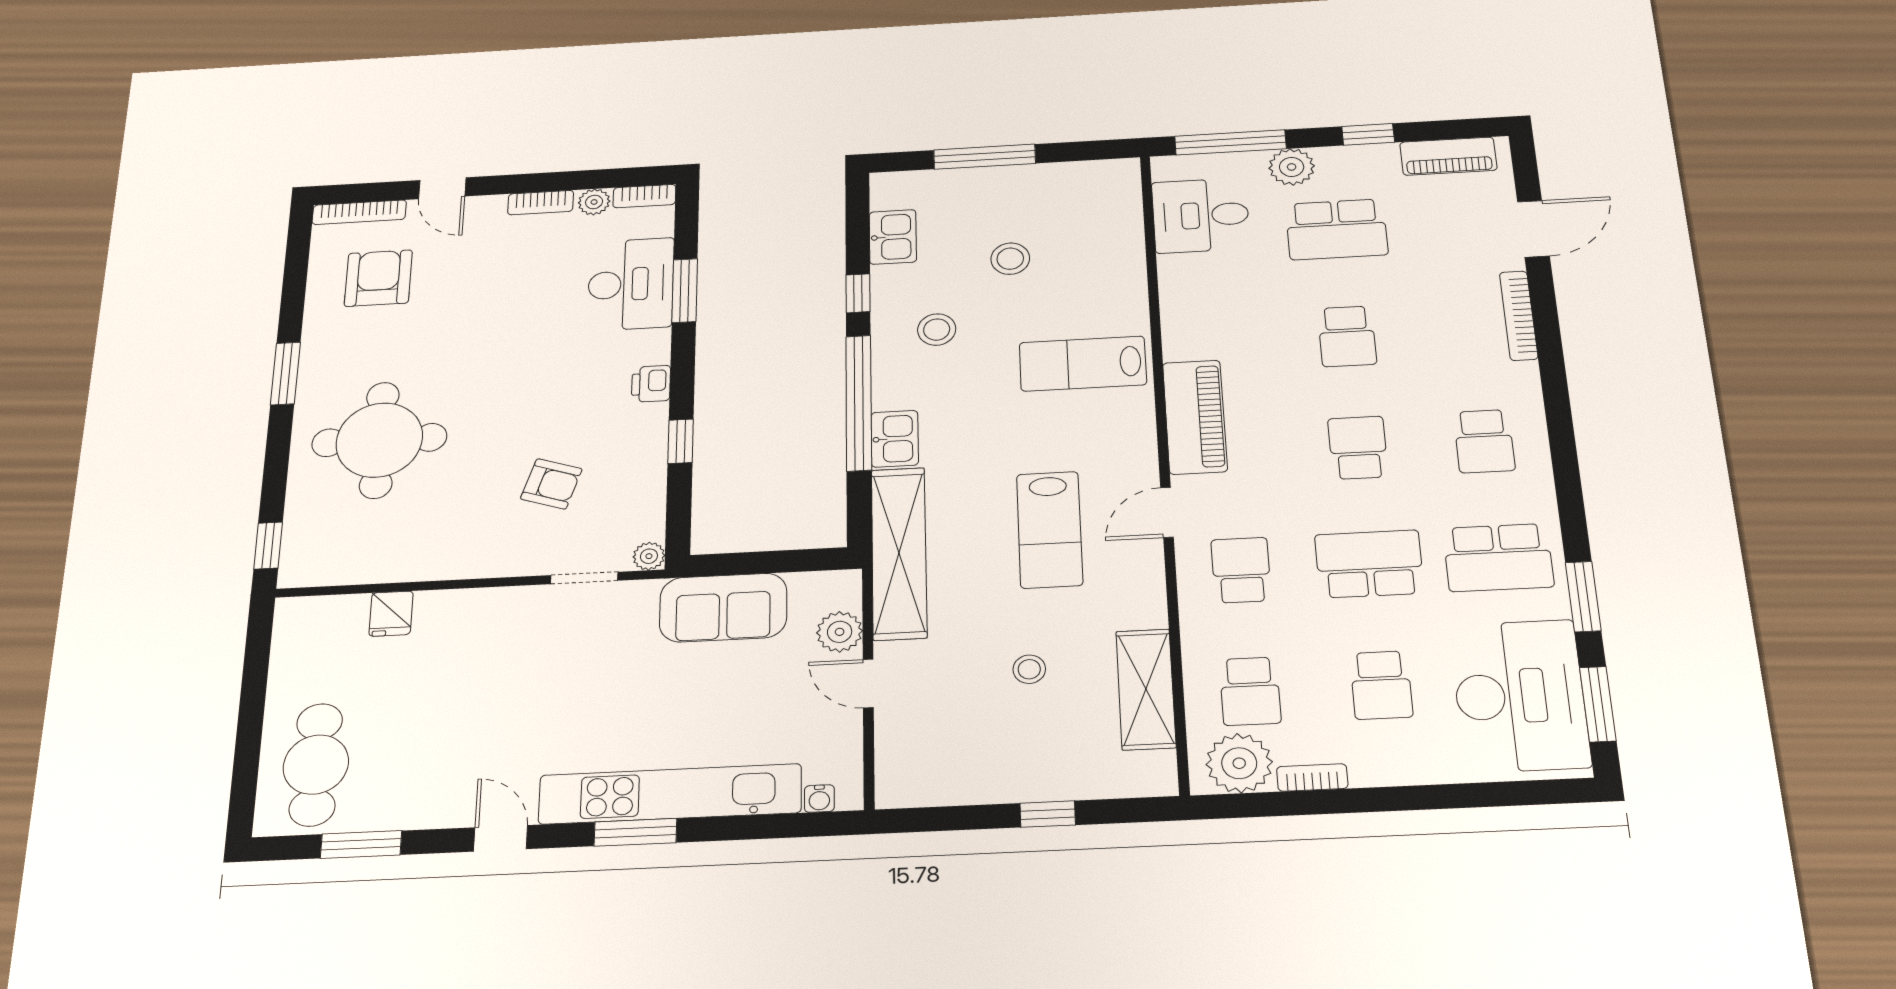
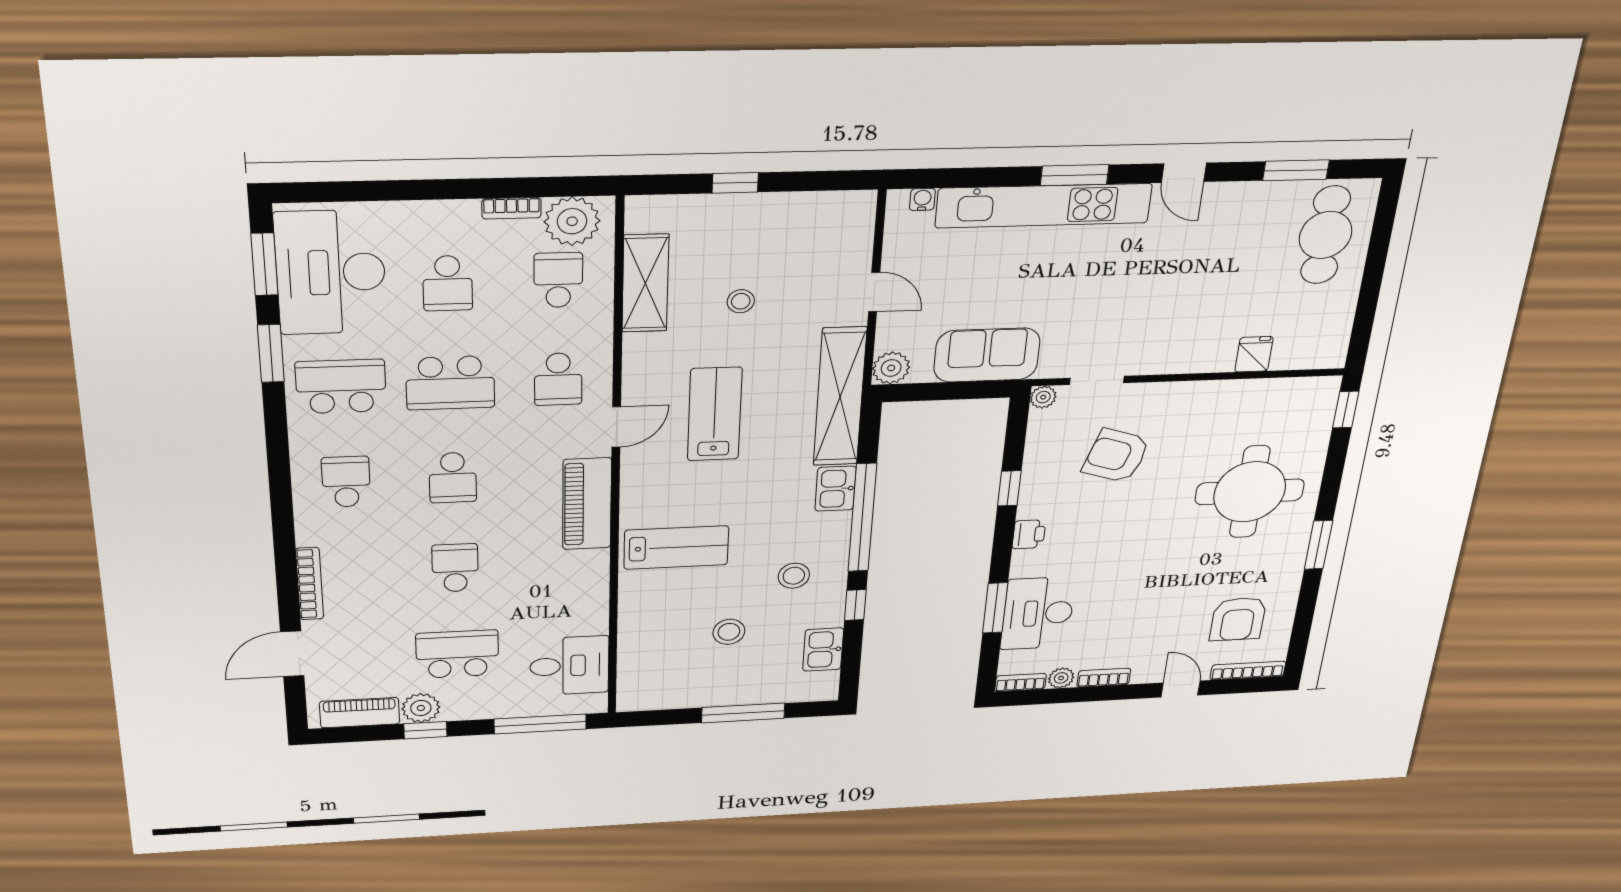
plant: (1292, 167) -> (421, 708), moved
armchair: (551, 484) -> (1116, 456), width x1.38, depth x1.38
plant: (840, 632) -> (891, 368), moved
school desk: (1381, 685) -> (448, 283), turned 180

